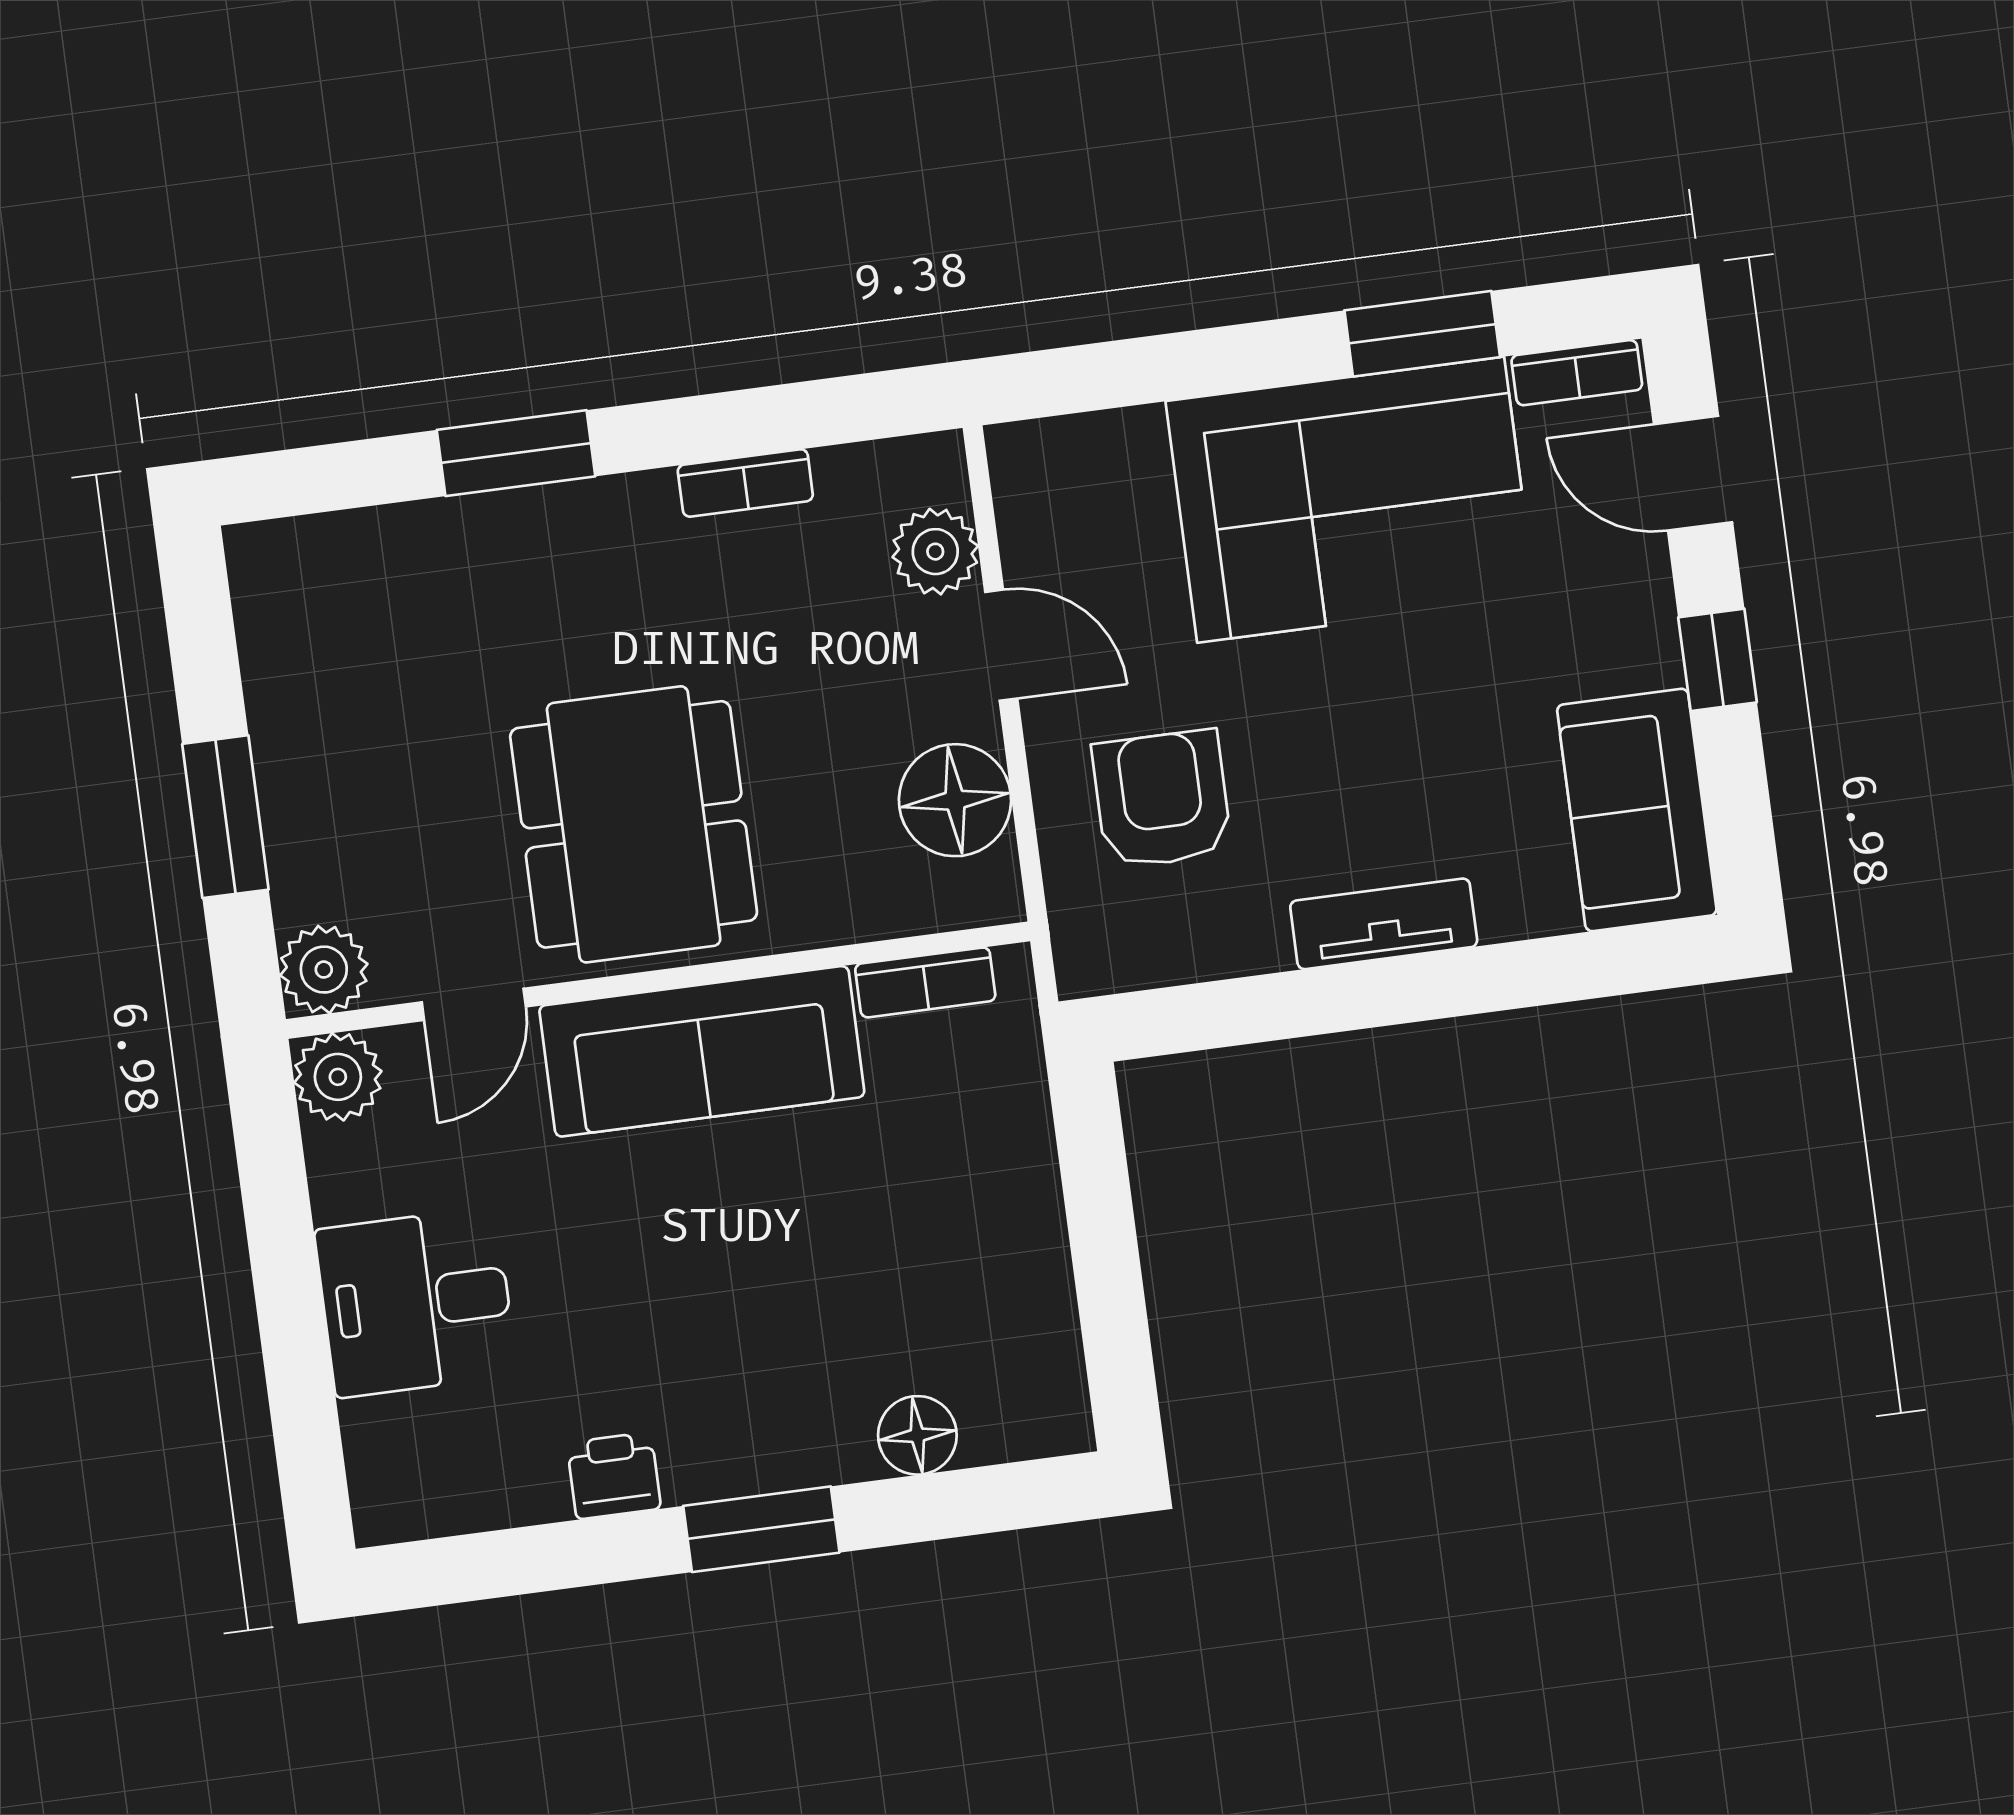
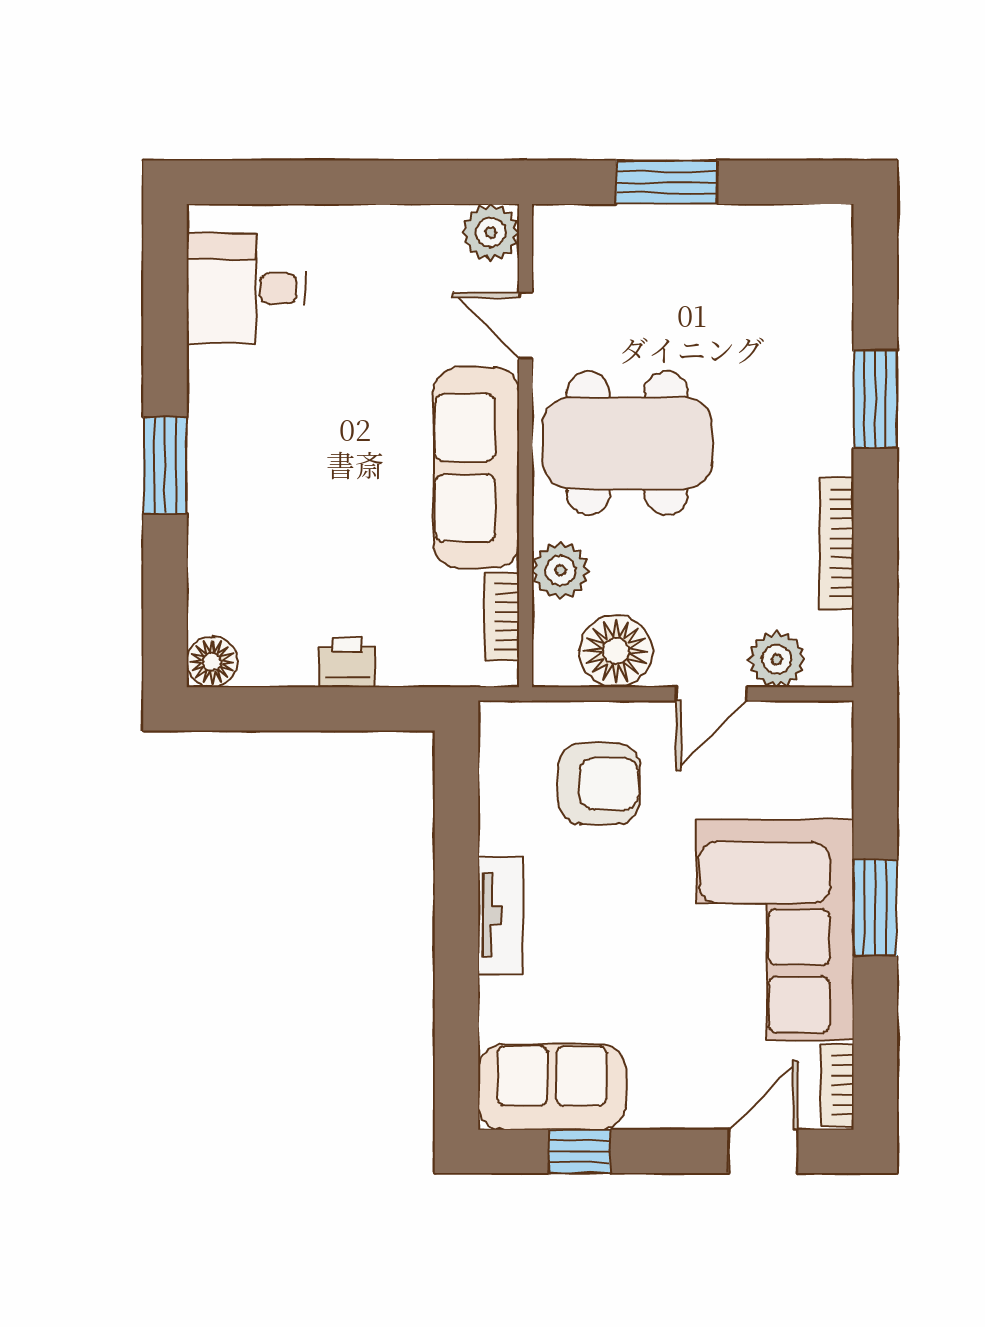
window: (1422, 334) -> (875, 908), moved
bookcase: (745, 483) -> (837, 543), width x1.56
window: (1717, 660) -> (580, 1151), moved
plant: (324, 970) -> (561, 570), moved
desk: (416, 1302) -> (246, 288), moved, turned -90
floor lamp: (917, 1435) -> (212, 662), moved
printer: (614, 1476) -> (347, 662), moved, turned -90

